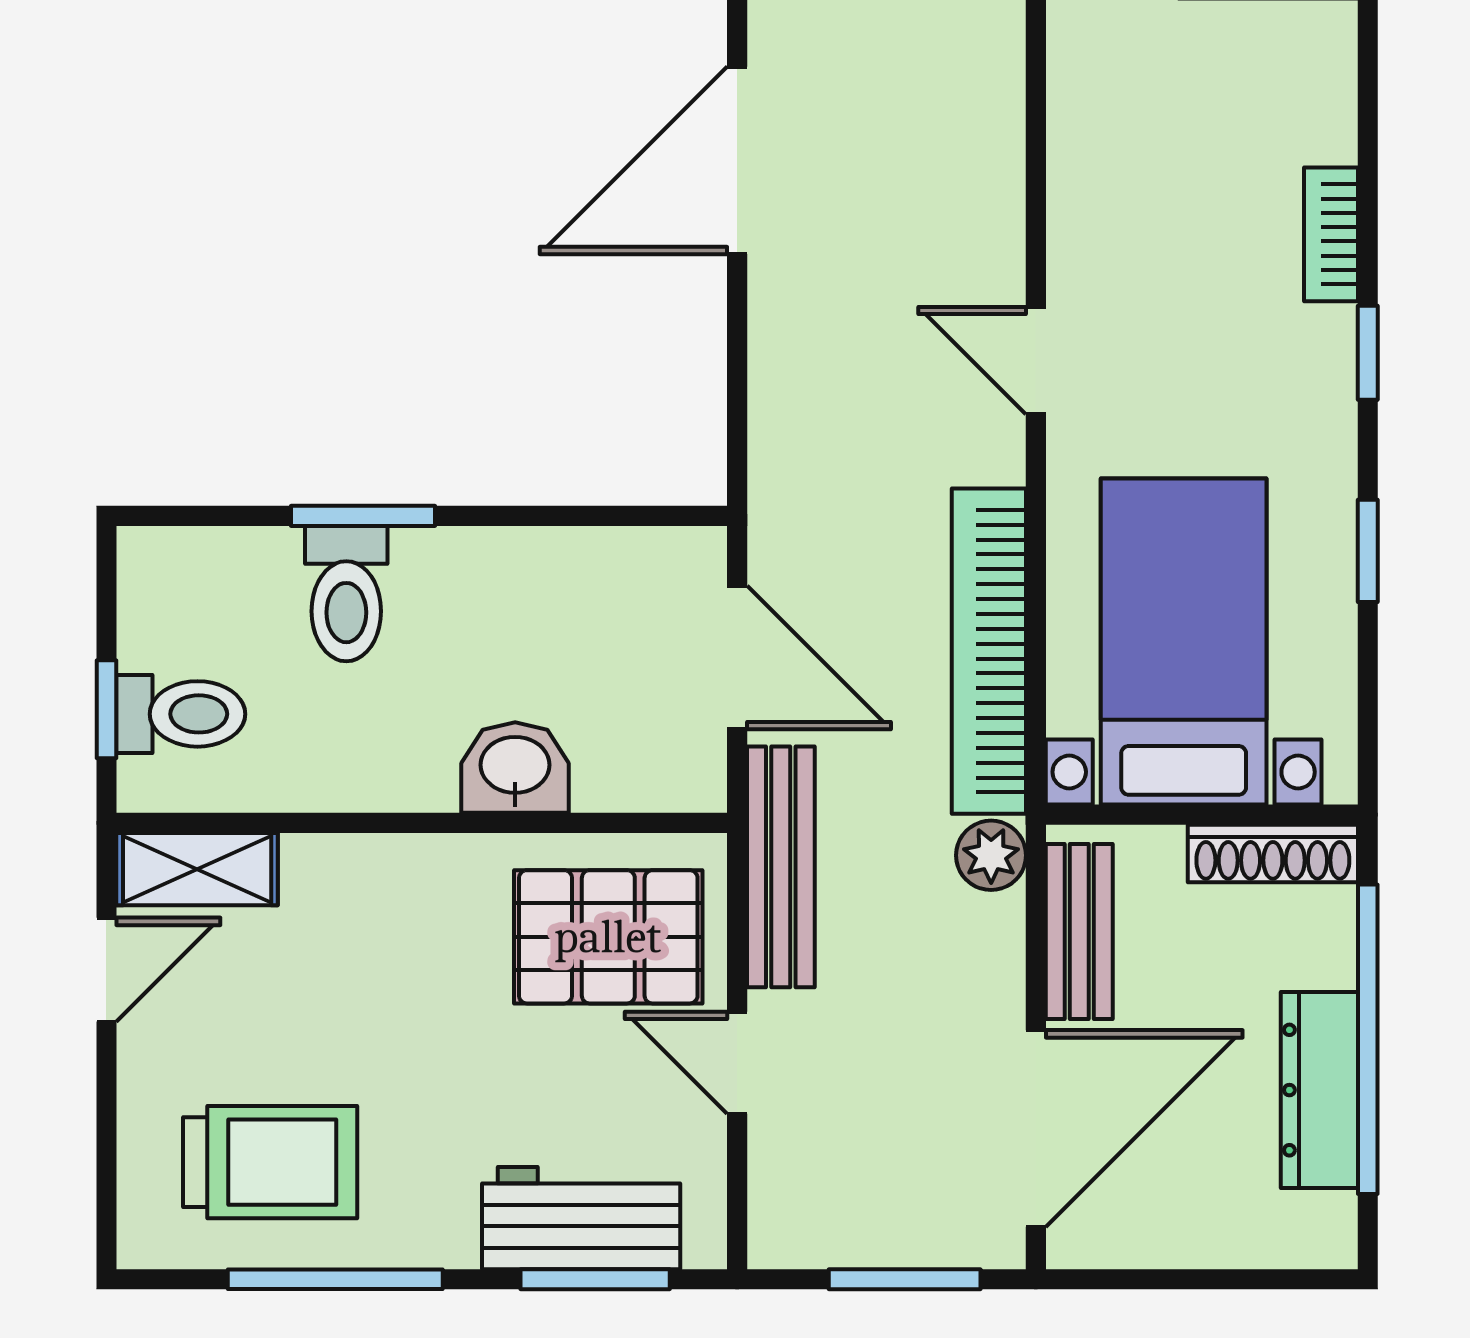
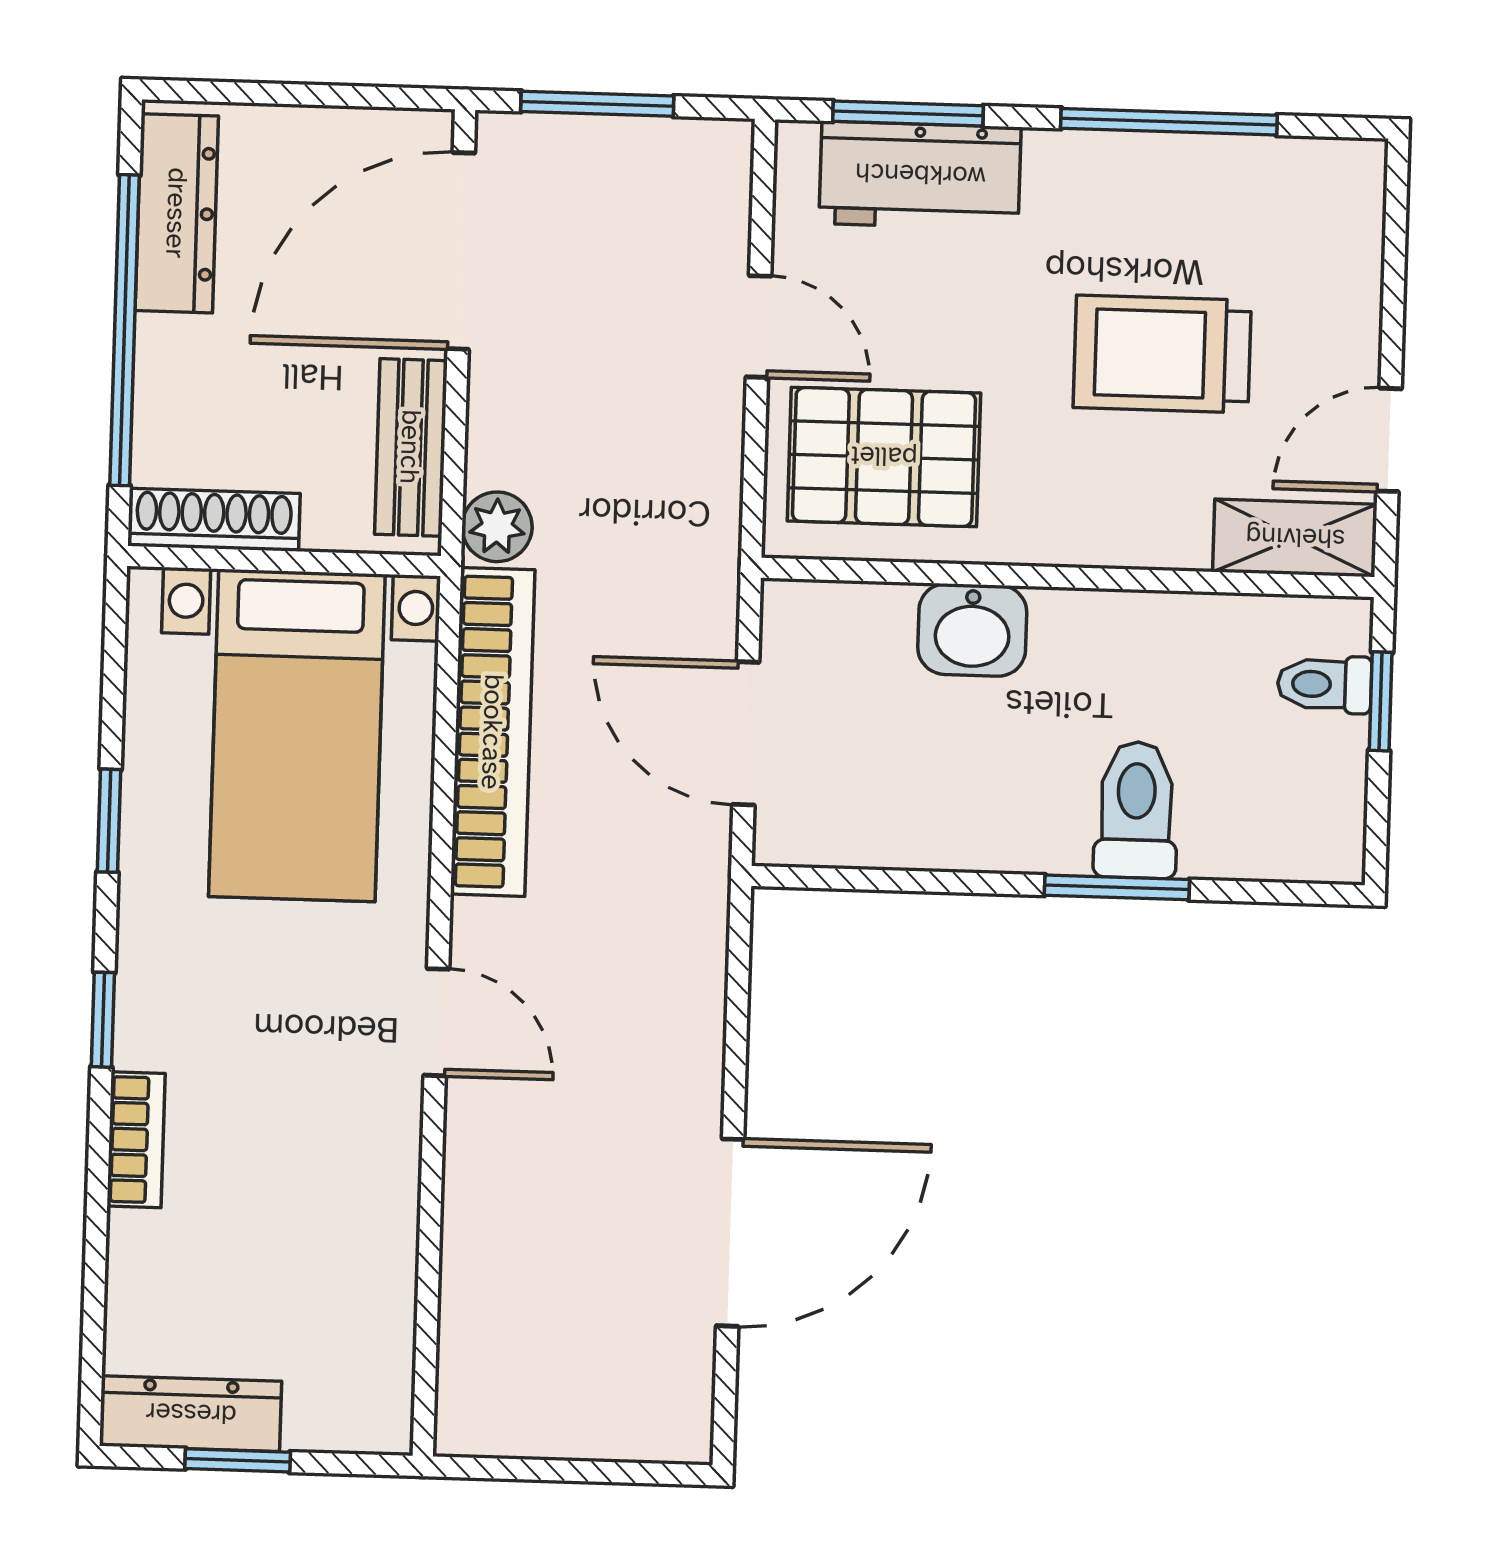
toilet: (181, 714) -> (1325, 684), width x0.73, depth x0.72
bench: (781, 867) -> (708, 522), removed
dresser: (1319, 1090) -> (177, 213), moved
trolley: (270, 1162) -> (1162, 354), moved

